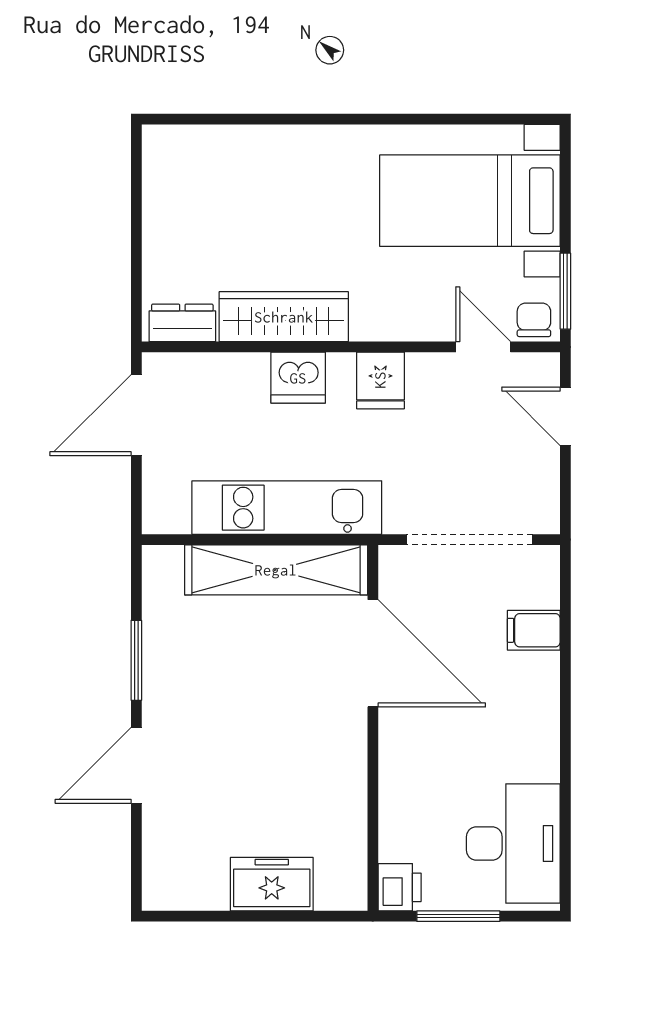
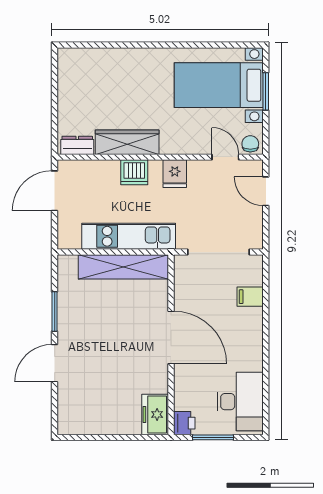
window: (565, 291) -> (266, 91), moved
door: (373, 653) -> (171, 337), moved
freezer: (272, 884) -> (155, 414), moved, turned -90

